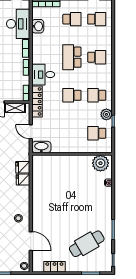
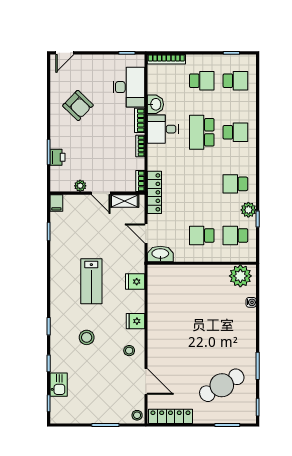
washbasin: (38, 26) -> (155, 104), moved
desk: (43, 75) -> (163, 129), moved
school desk: (72, 95) -> (202, 235), moved
fridge: (23, 180) -> (135, 321), moved
locker: (54, 267) -> (170, 416), width x1.53

